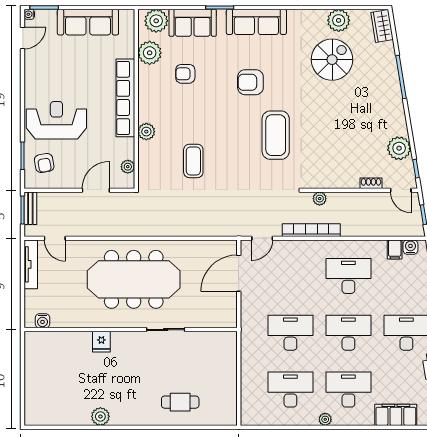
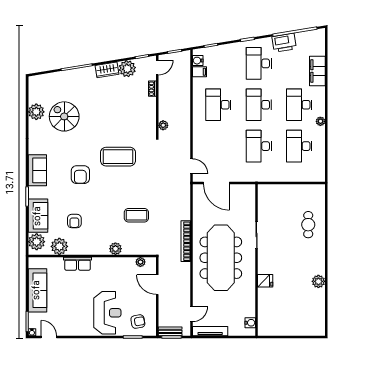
sofa: (256, 22) -> (37, 170), width x0.73
wardrobe: (382, 26) -> (107, 70), moved
row of seats: (125, 98) -> (78, 264), width x0.50
reception desk: (56, 120) -> (107, 313), turned 180
bookcase: (311, 230) -> (186, 241), moved

